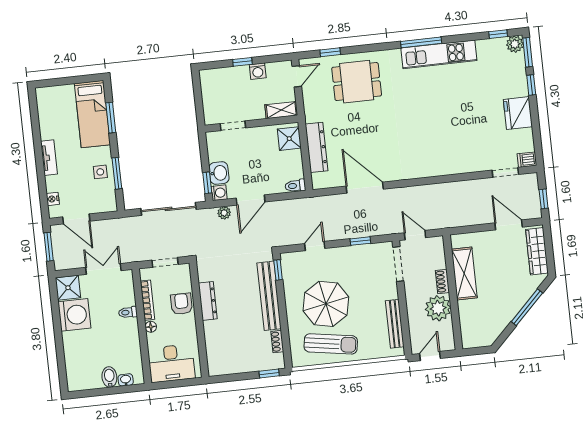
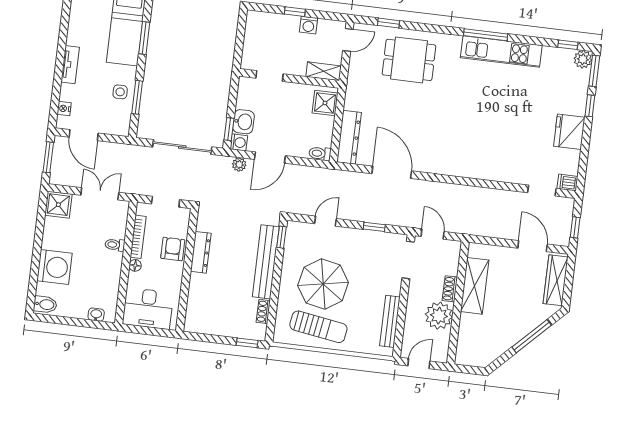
dresser: (317, 147) -> (349, 137), moved
washing machine: (74, 315) -> (55, 267), moved
bidet: (109, 377) -> (45, 304), moved, turned 90

